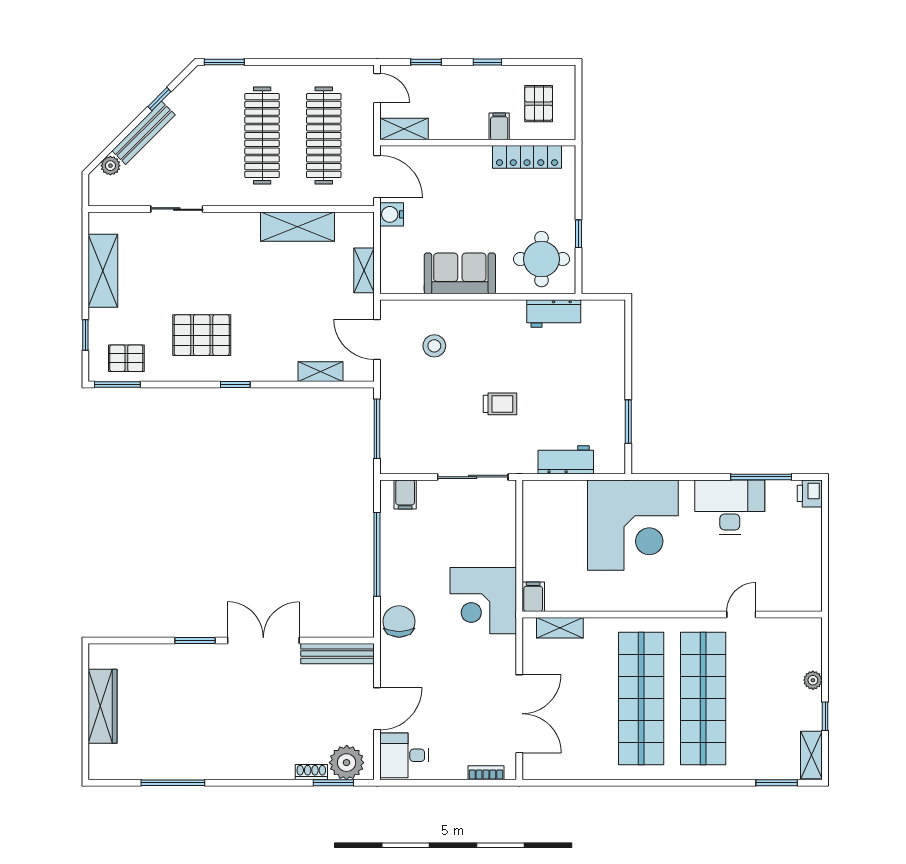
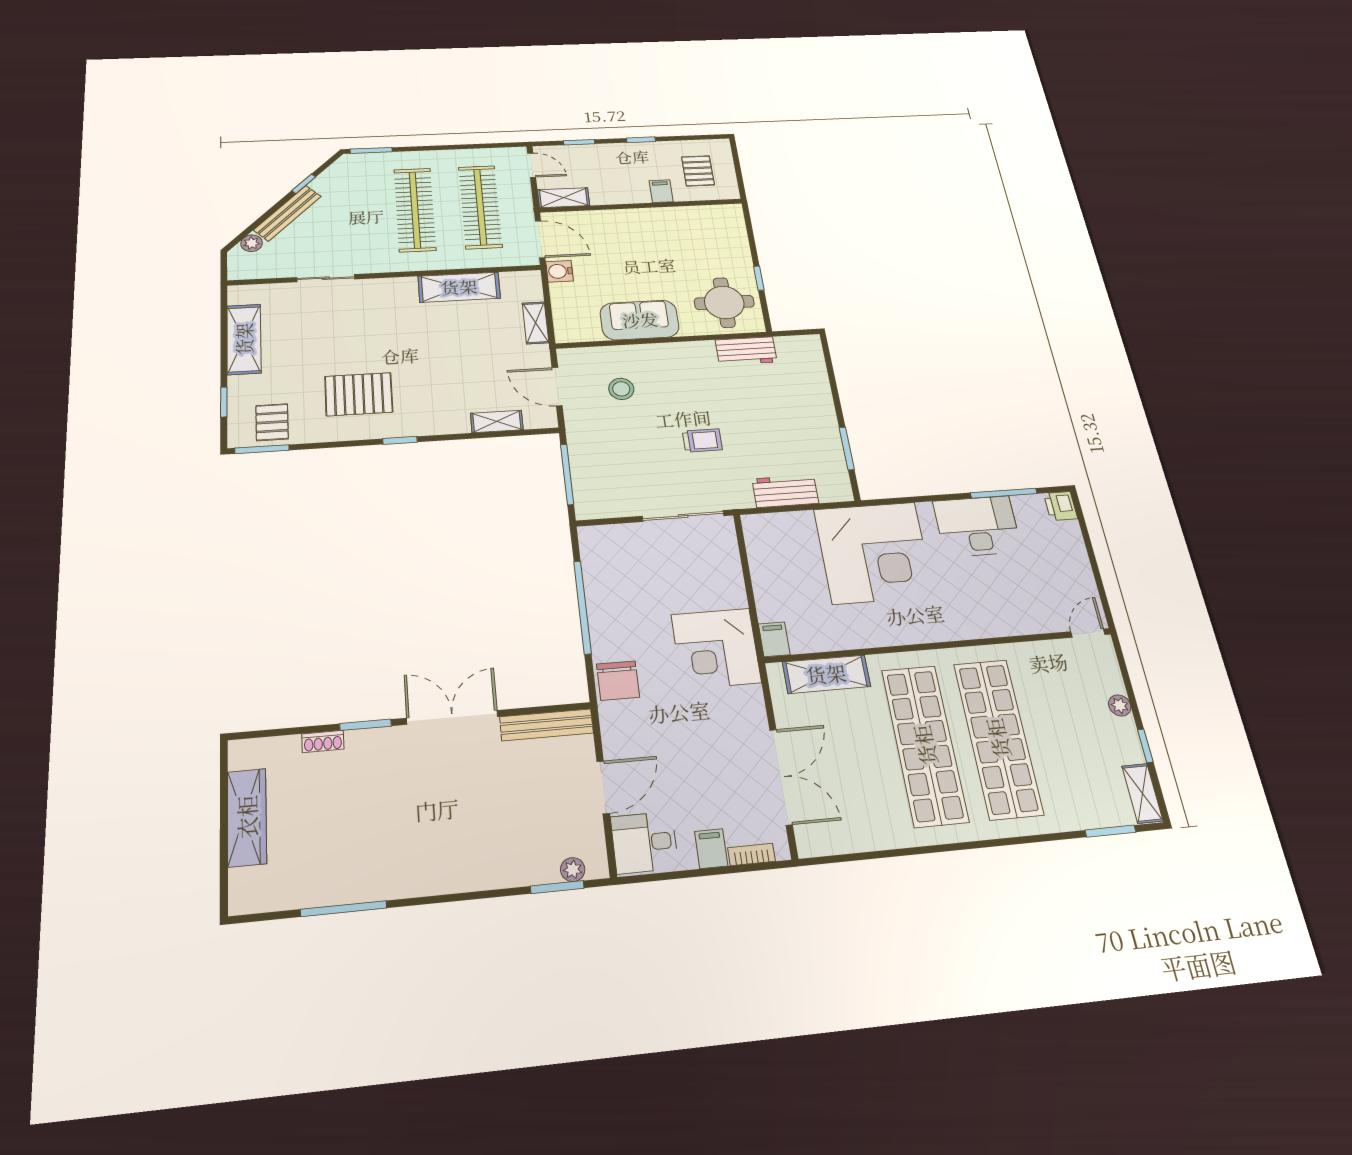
locker: (527, 157) -> (694, 215), removed
pallet: (126, 358) -> (272, 422), turned 90
filing cabinet: (405, 494) -> (711, 849), moved, turned 180
door: (741, 614) -> (1088, 633), moved
chair: (399, 621) -> (618, 681), turned 180
shelving: (560, 628) -> (826, 674), width x1.50, depth x1.33
plant: (347, 763) -> (573, 870), width x0.53, depth x0.53
shoe rack: (311, 772) -> (323, 741), moved, turned 180

